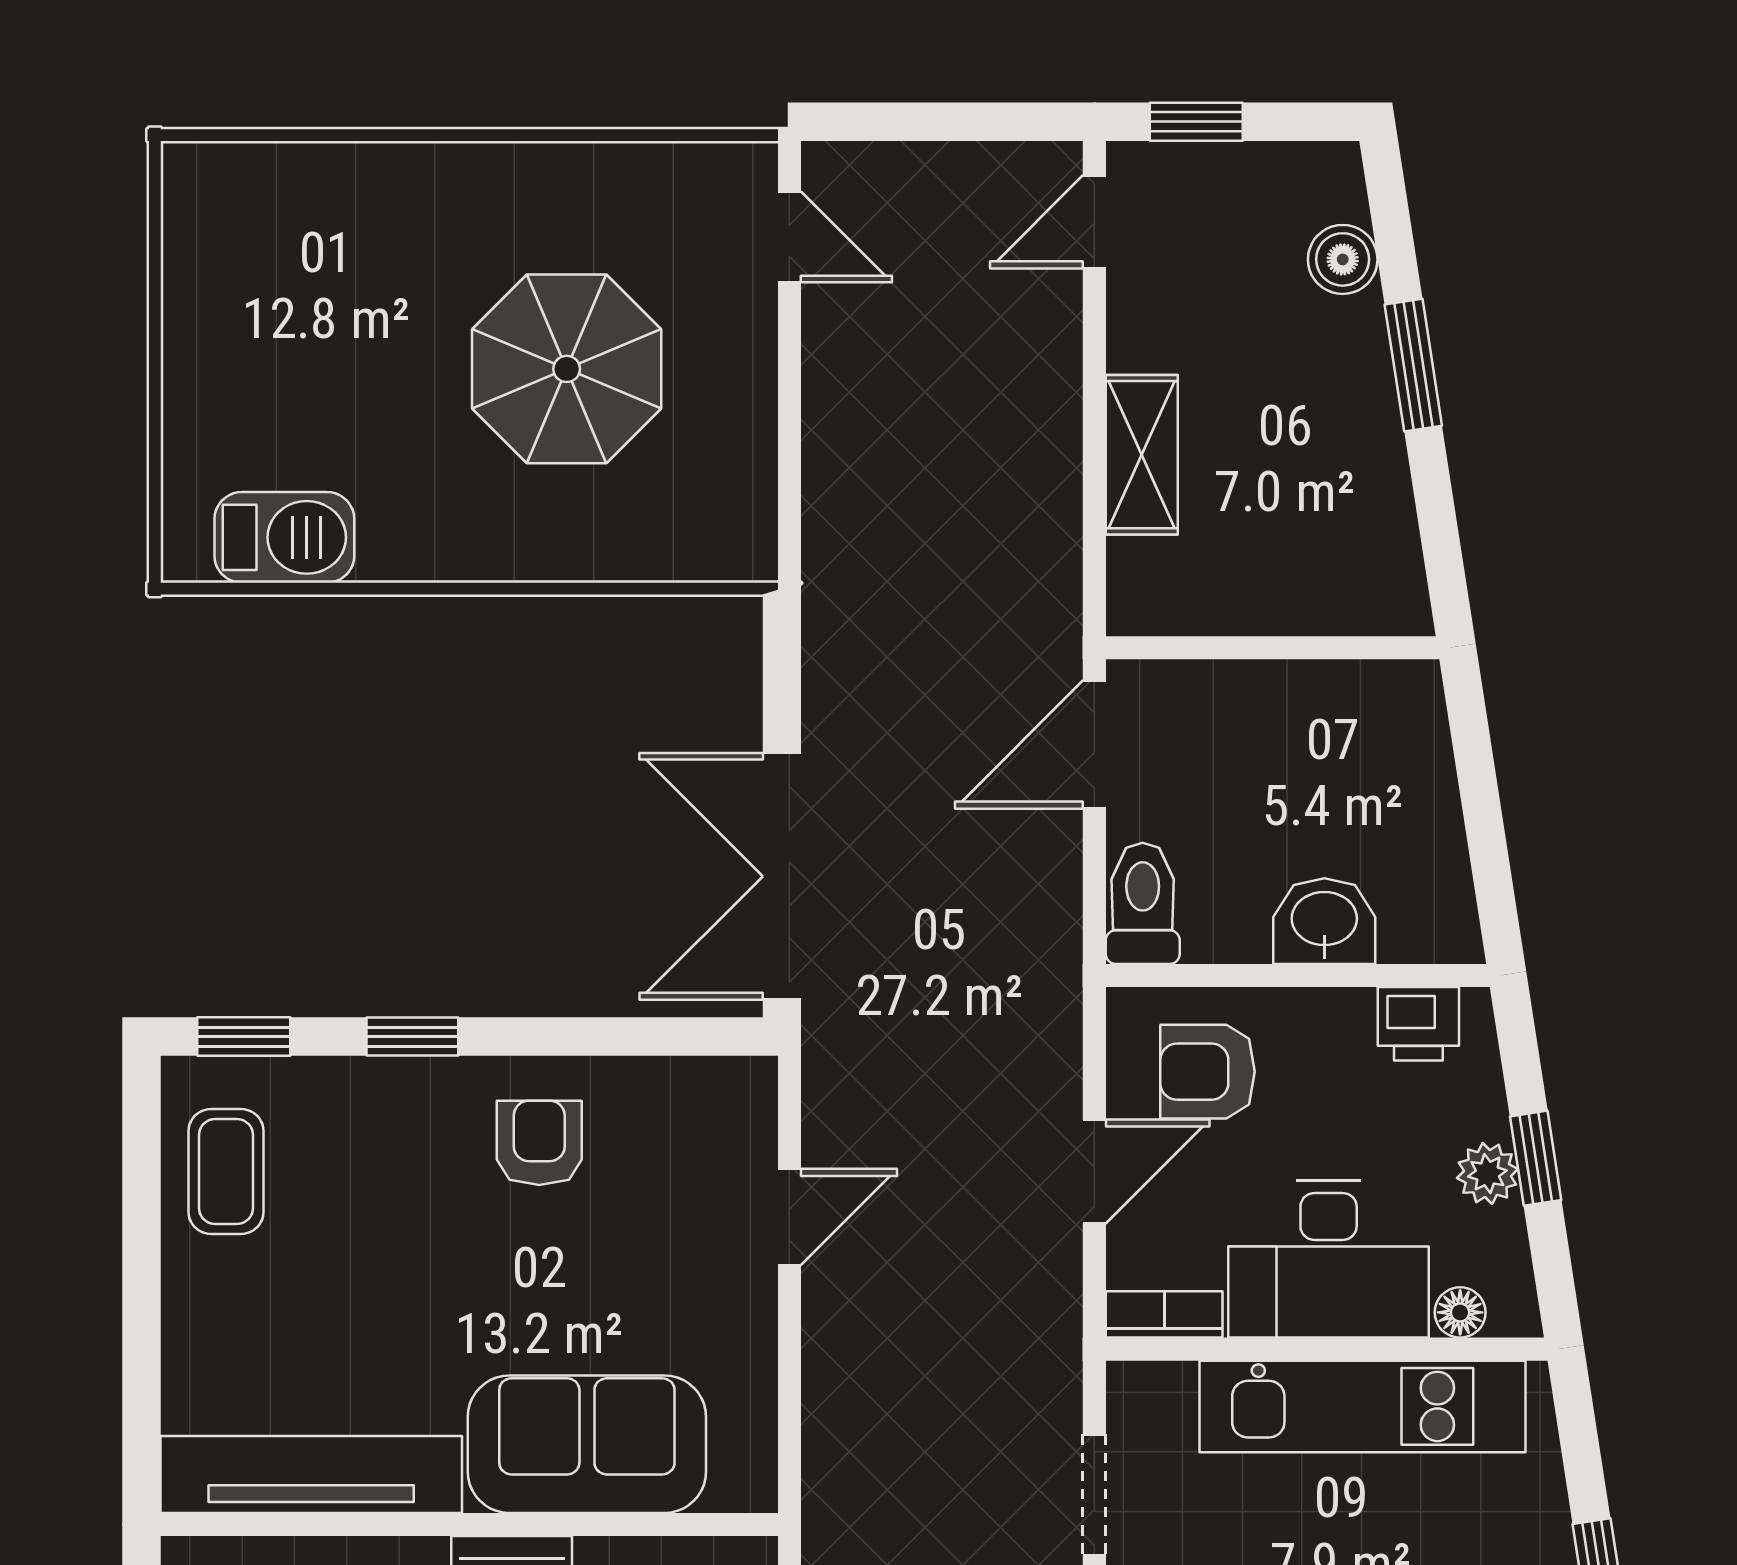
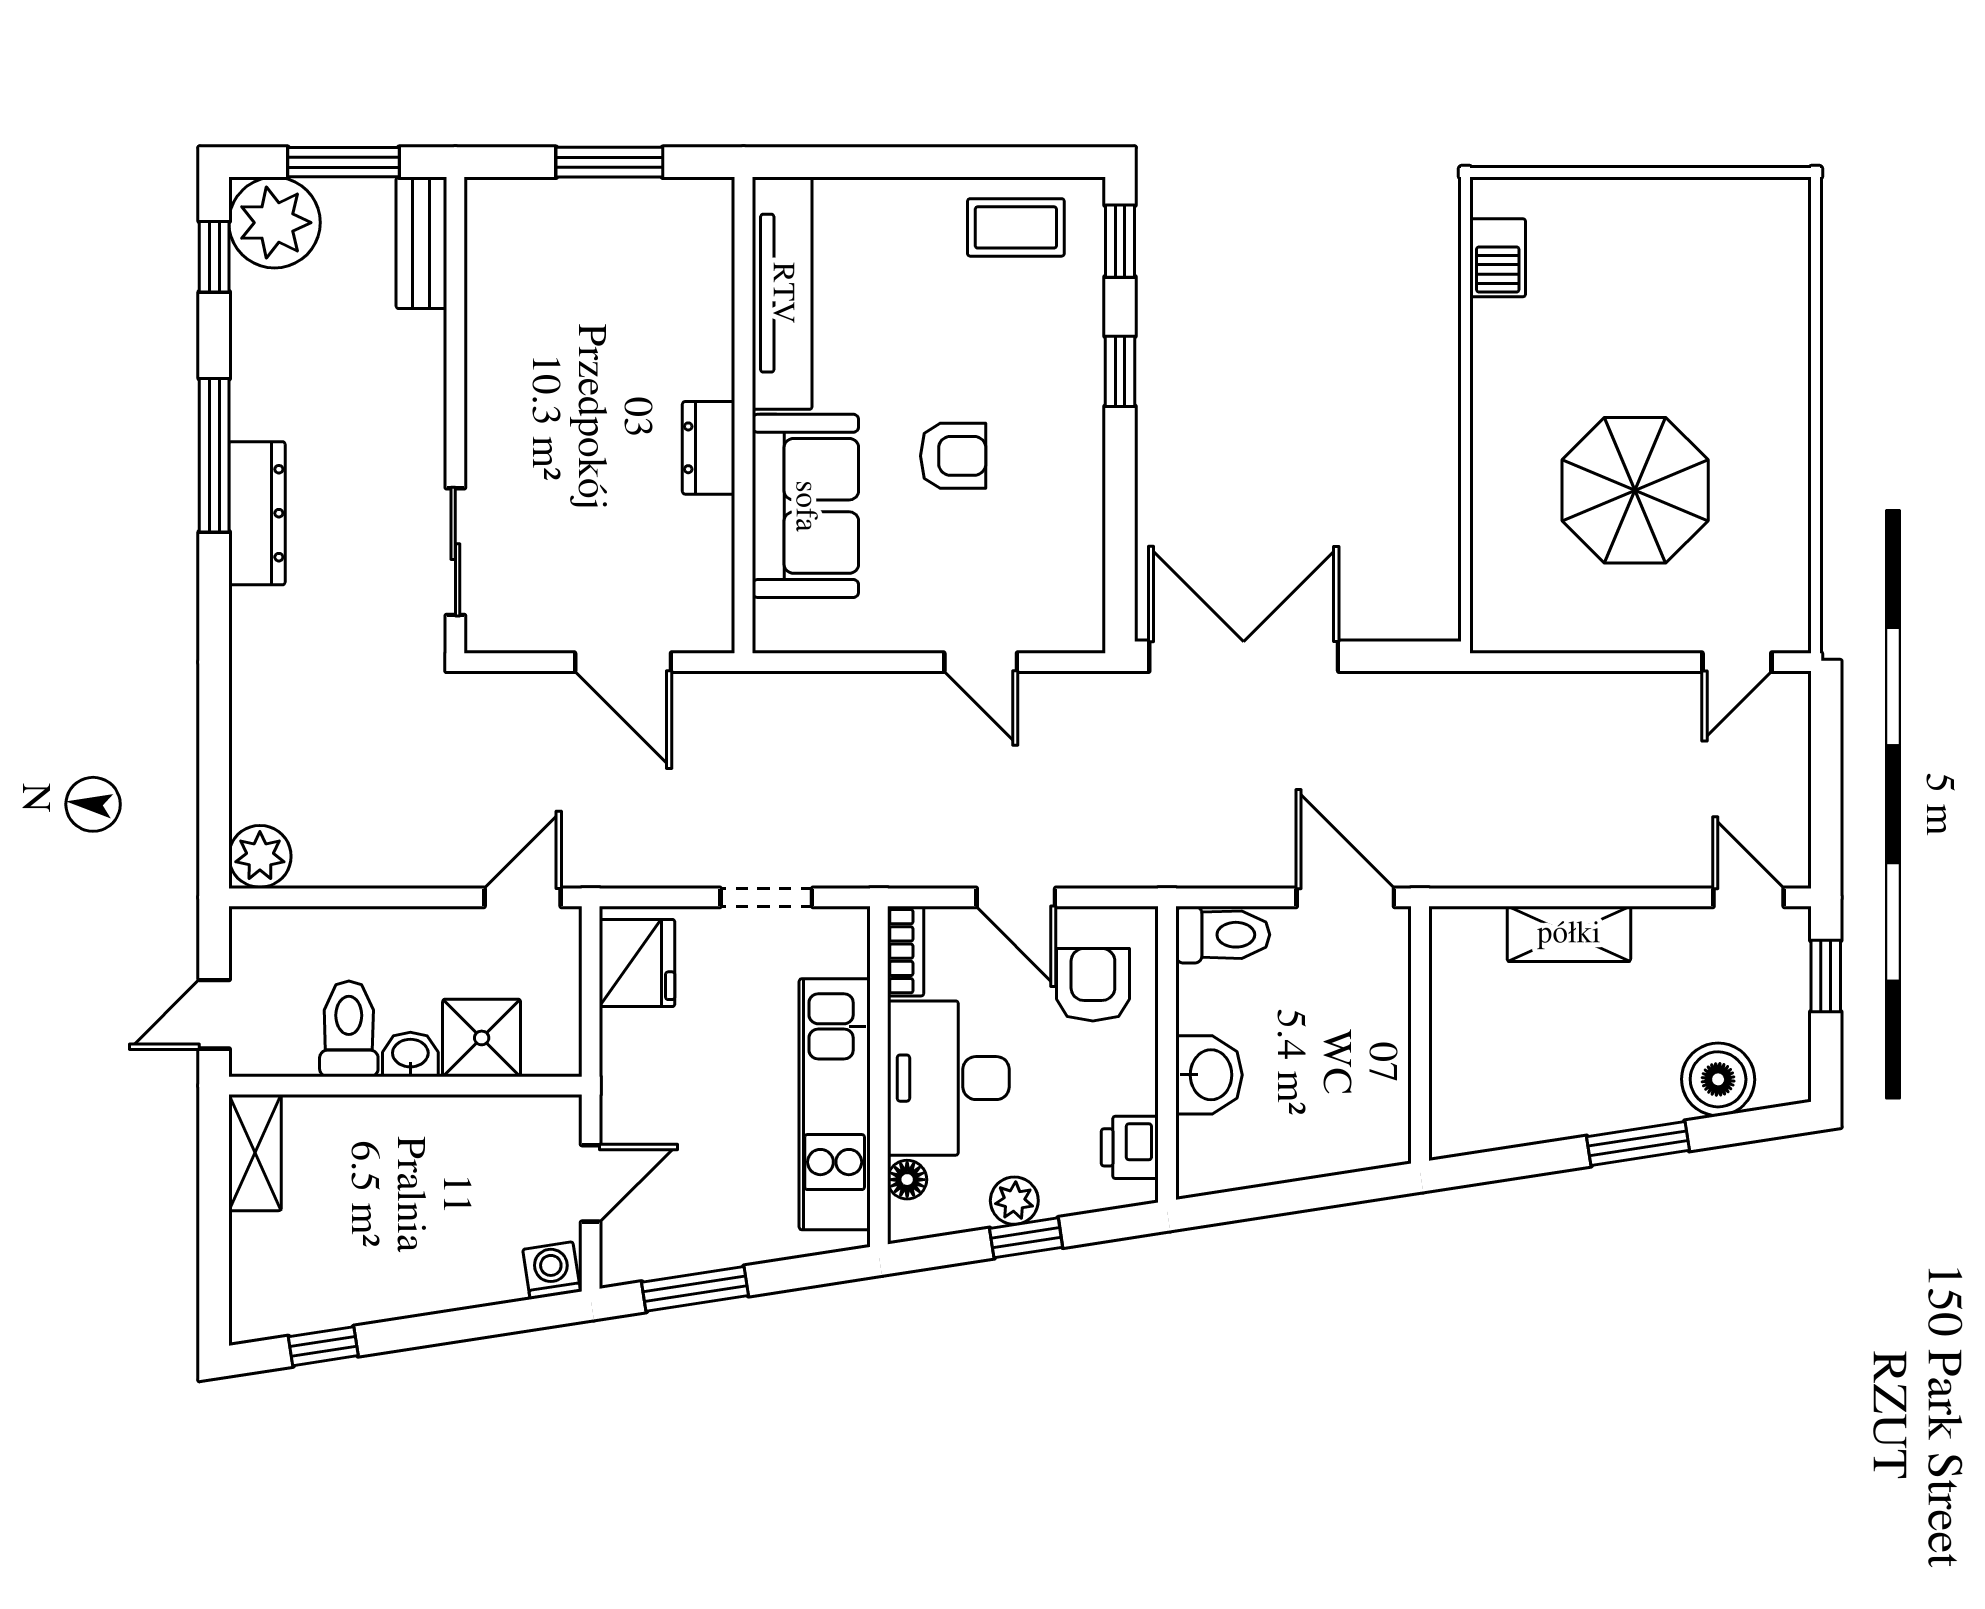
boiler: (1343, 259) -> (1718, 1079), width x1.36, depth x1.36
barbecue: (284, 537) -> (1498, 258), width x0.73, depth x0.79
armchair: (539, 1143) -> (953, 456), moved

